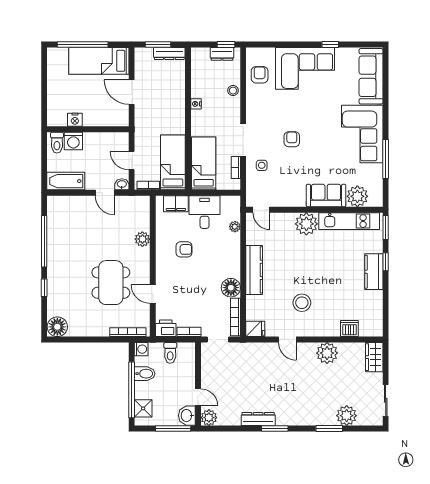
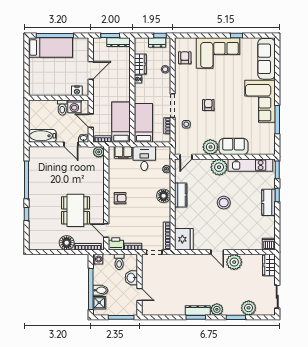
bed: (99, 61) -> (51, 48), moved, turned 180
wardrobe: (199, 83) -> (140, 64), added
door: (132, 92) -> (91, 70), swing flipped
nightstand: (75, 120) -> (77, 91), moved
washing machine: (73, 141) -> (74, 106), moved
toilet: (57, 143) -> (62, 108), moved
plant: (357, 196) -> (210, 147), moved
door: (261, 210) -> (186, 157), hinge flipped
plant: (142, 239) -> (99, 152), moved
armchair: (184, 249) -> (120, 198), moved
kitchen counter: (254, 270) -> (181, 195), width x0.67
floor lamp: (231, 288) -> (164, 196), moved
door: (153, 294) -> (106, 231), moved
stool: (302, 303) -> (224, 203), moved
floor lamp: (57, 327) -> (67, 243), moved
fridge: (255, 329) -> (184, 239), width x1.88, depth x1.34
dishwasher: (349, 329) -> (269, 244), moved
door: (287, 340) -> (217, 252), moved
bidet: (145, 374) -> (100, 290), moved
washbasin: (187, 416) -> (131, 278), moved
plant: (209, 418) -> (217, 309), moved
dresser: (258, 419) -> (198, 310), moved

